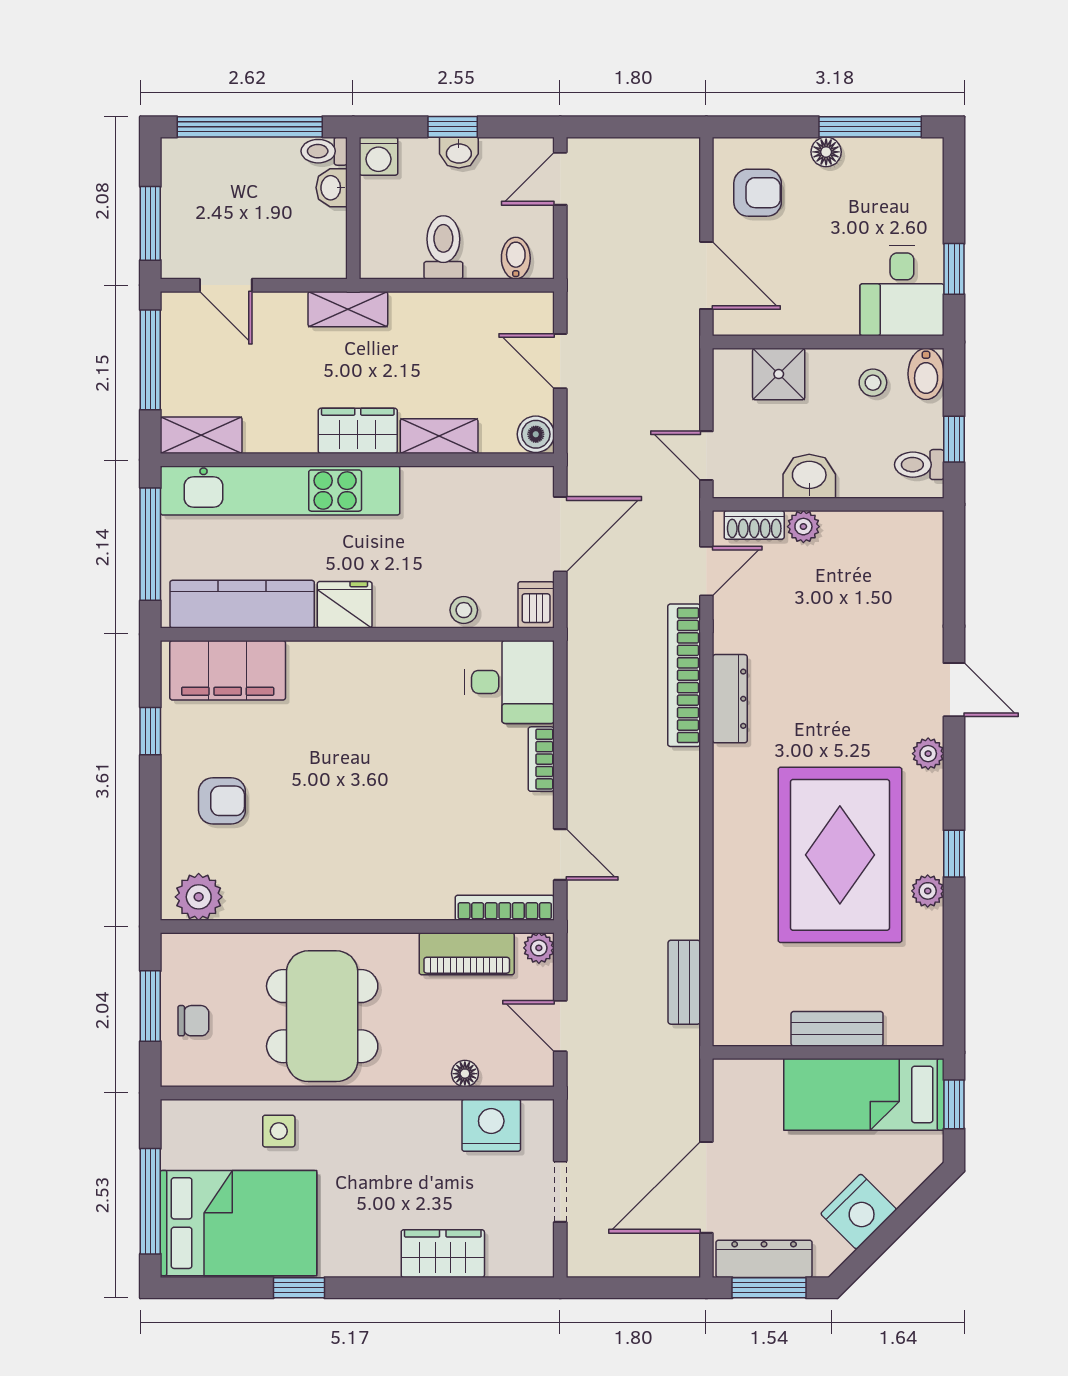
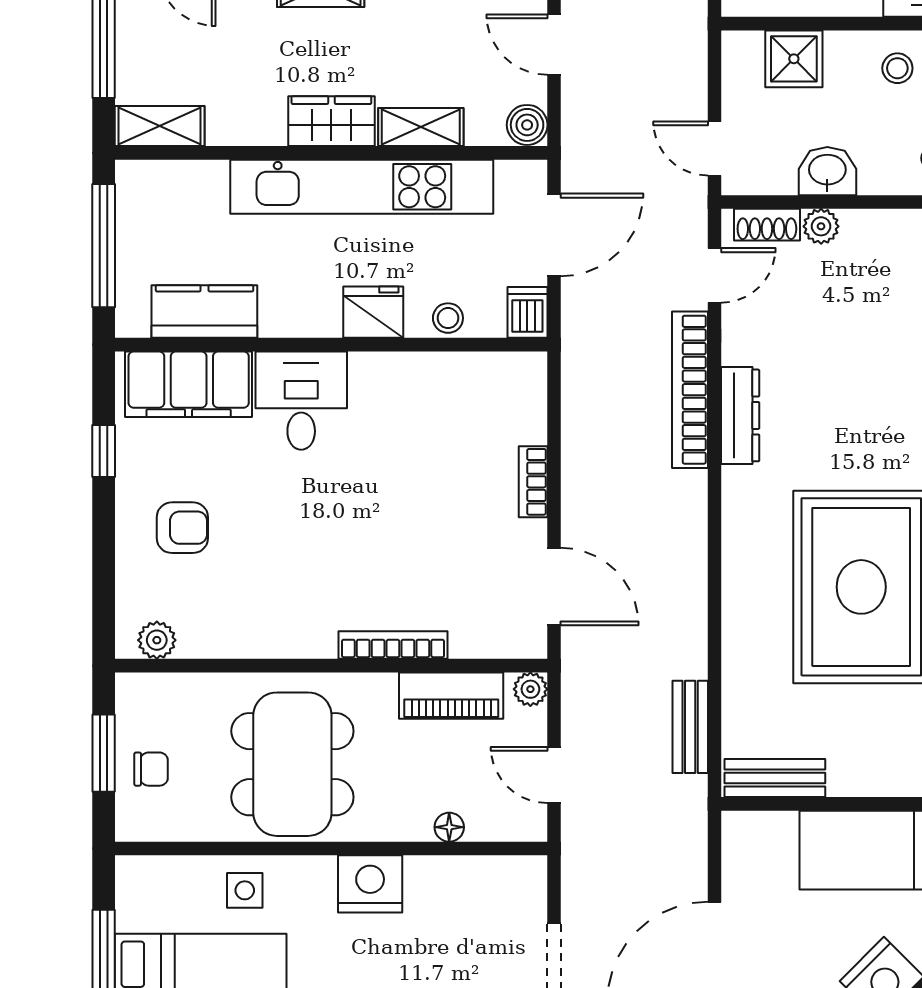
kitchen unit: (280, 491) -> (362, 187), moved
kitchen counter: (242, 604) -> (204, 312), width x0.67
fridge: (345, 605) -> (373, 312), moved
desk: (509, 682) -> (301, 401), moved, turned -90
door: (560, 854) -> (554, 587), width x1.38
plant: (199, 897) -> (157, 640), width x0.73, depth x0.73
bookcase: (505, 908) -> (393, 645), moved
bench: (837, 1029) -> (775, 778), moved
nightstand: (491, 1125) -> (370, 884), moved

